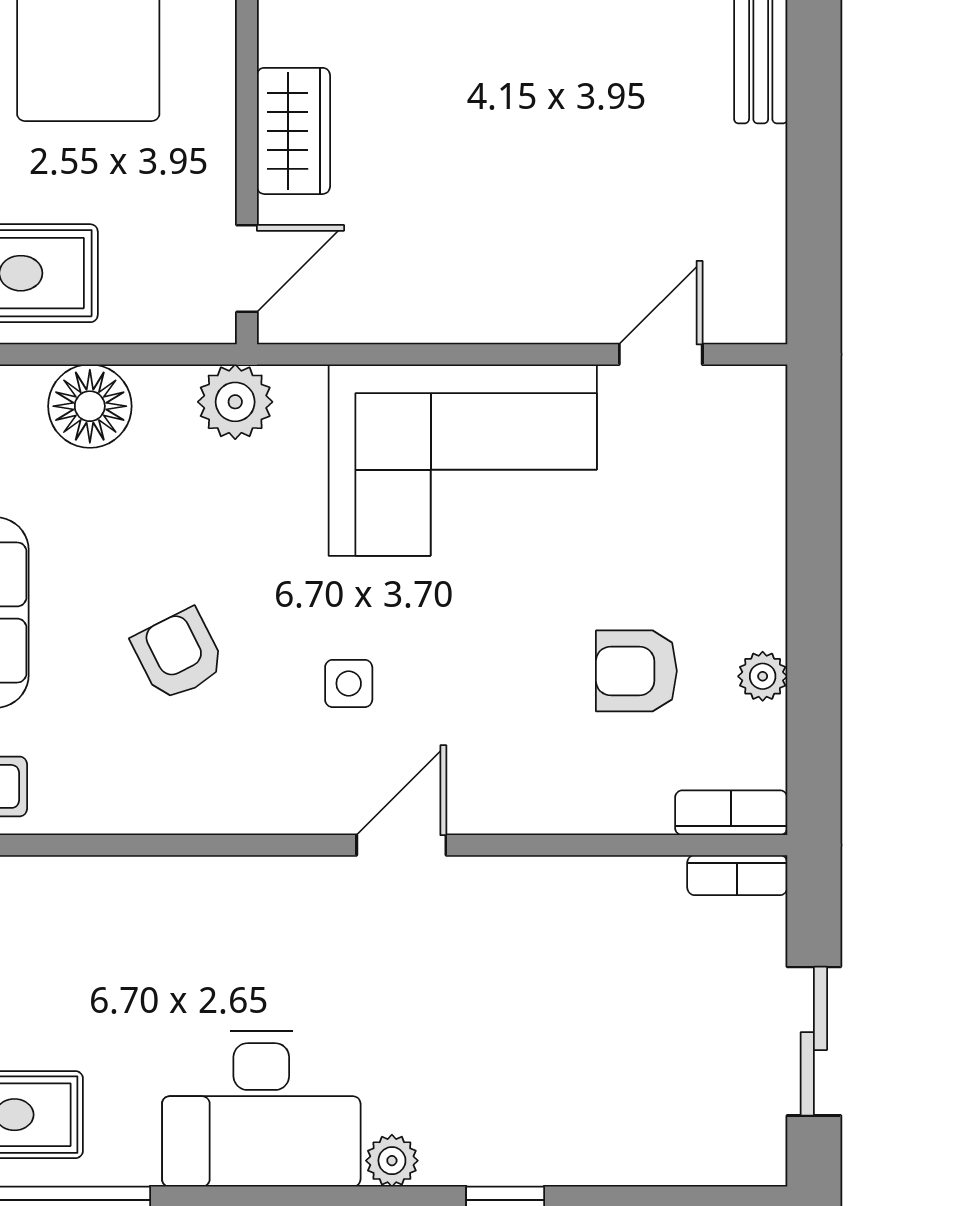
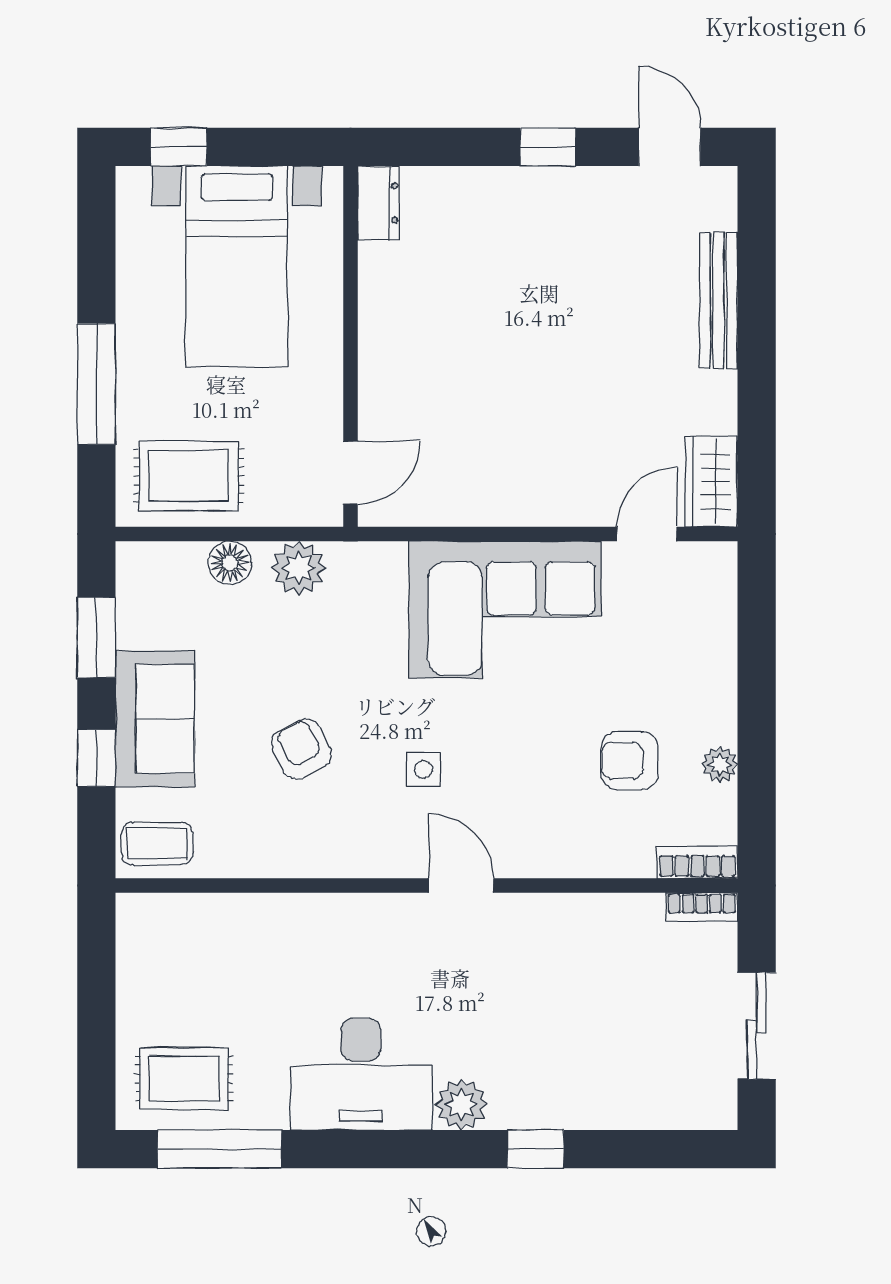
wardrobe: (293, 131) -> (711, 482), moved, turned 180
plant: (235, 402) -> (299, 568), moved
floor lamp: (90, 406) -> (230, 563), width x0.73, depth x0.73
door: (401, 845) -> (461, 885), hinge flipped
plant: (392, 1161) -> (461, 1104), width x1.38, depth x1.38

